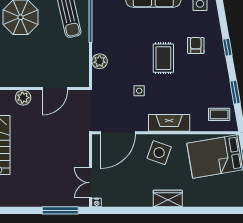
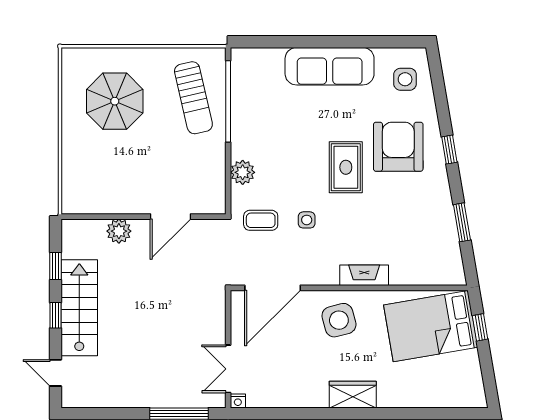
armchair: (196, 45) -> (398, 147), width x1.88, depth x1.88
coffee table: (219, 114) -> (261, 220), moved
fireplace: (169, 123) -> (364, 275), width x0.73, depth x0.76
side table: (159, 153) -> (339, 320), turned -35

